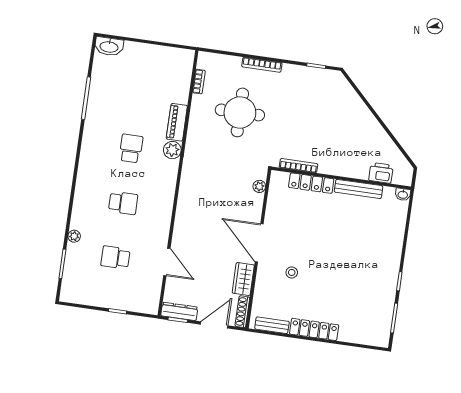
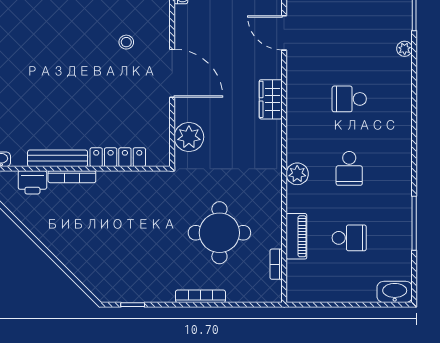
piano: (177, 122) -> (296, 236), moved
bookcase: (299, 166) -> (72, 177), moved
plant: (259, 186) -> (189, 137), width x1.88, depth x1.88
school desk: (115, 257) -> (349, 238), moved
wardrobe: (243, 279) -> (271, 99), moved, turned 180

